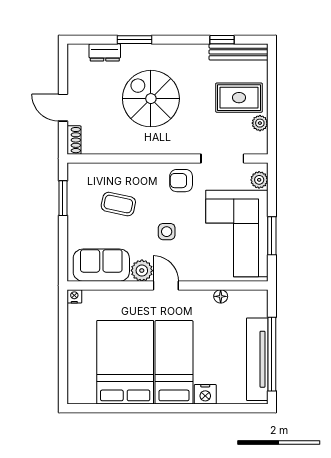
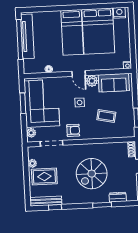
spiral stairs: (151, 99) -> (92, 174), turned 90
nightstand: (205, 394) -> (119, 13), moved

